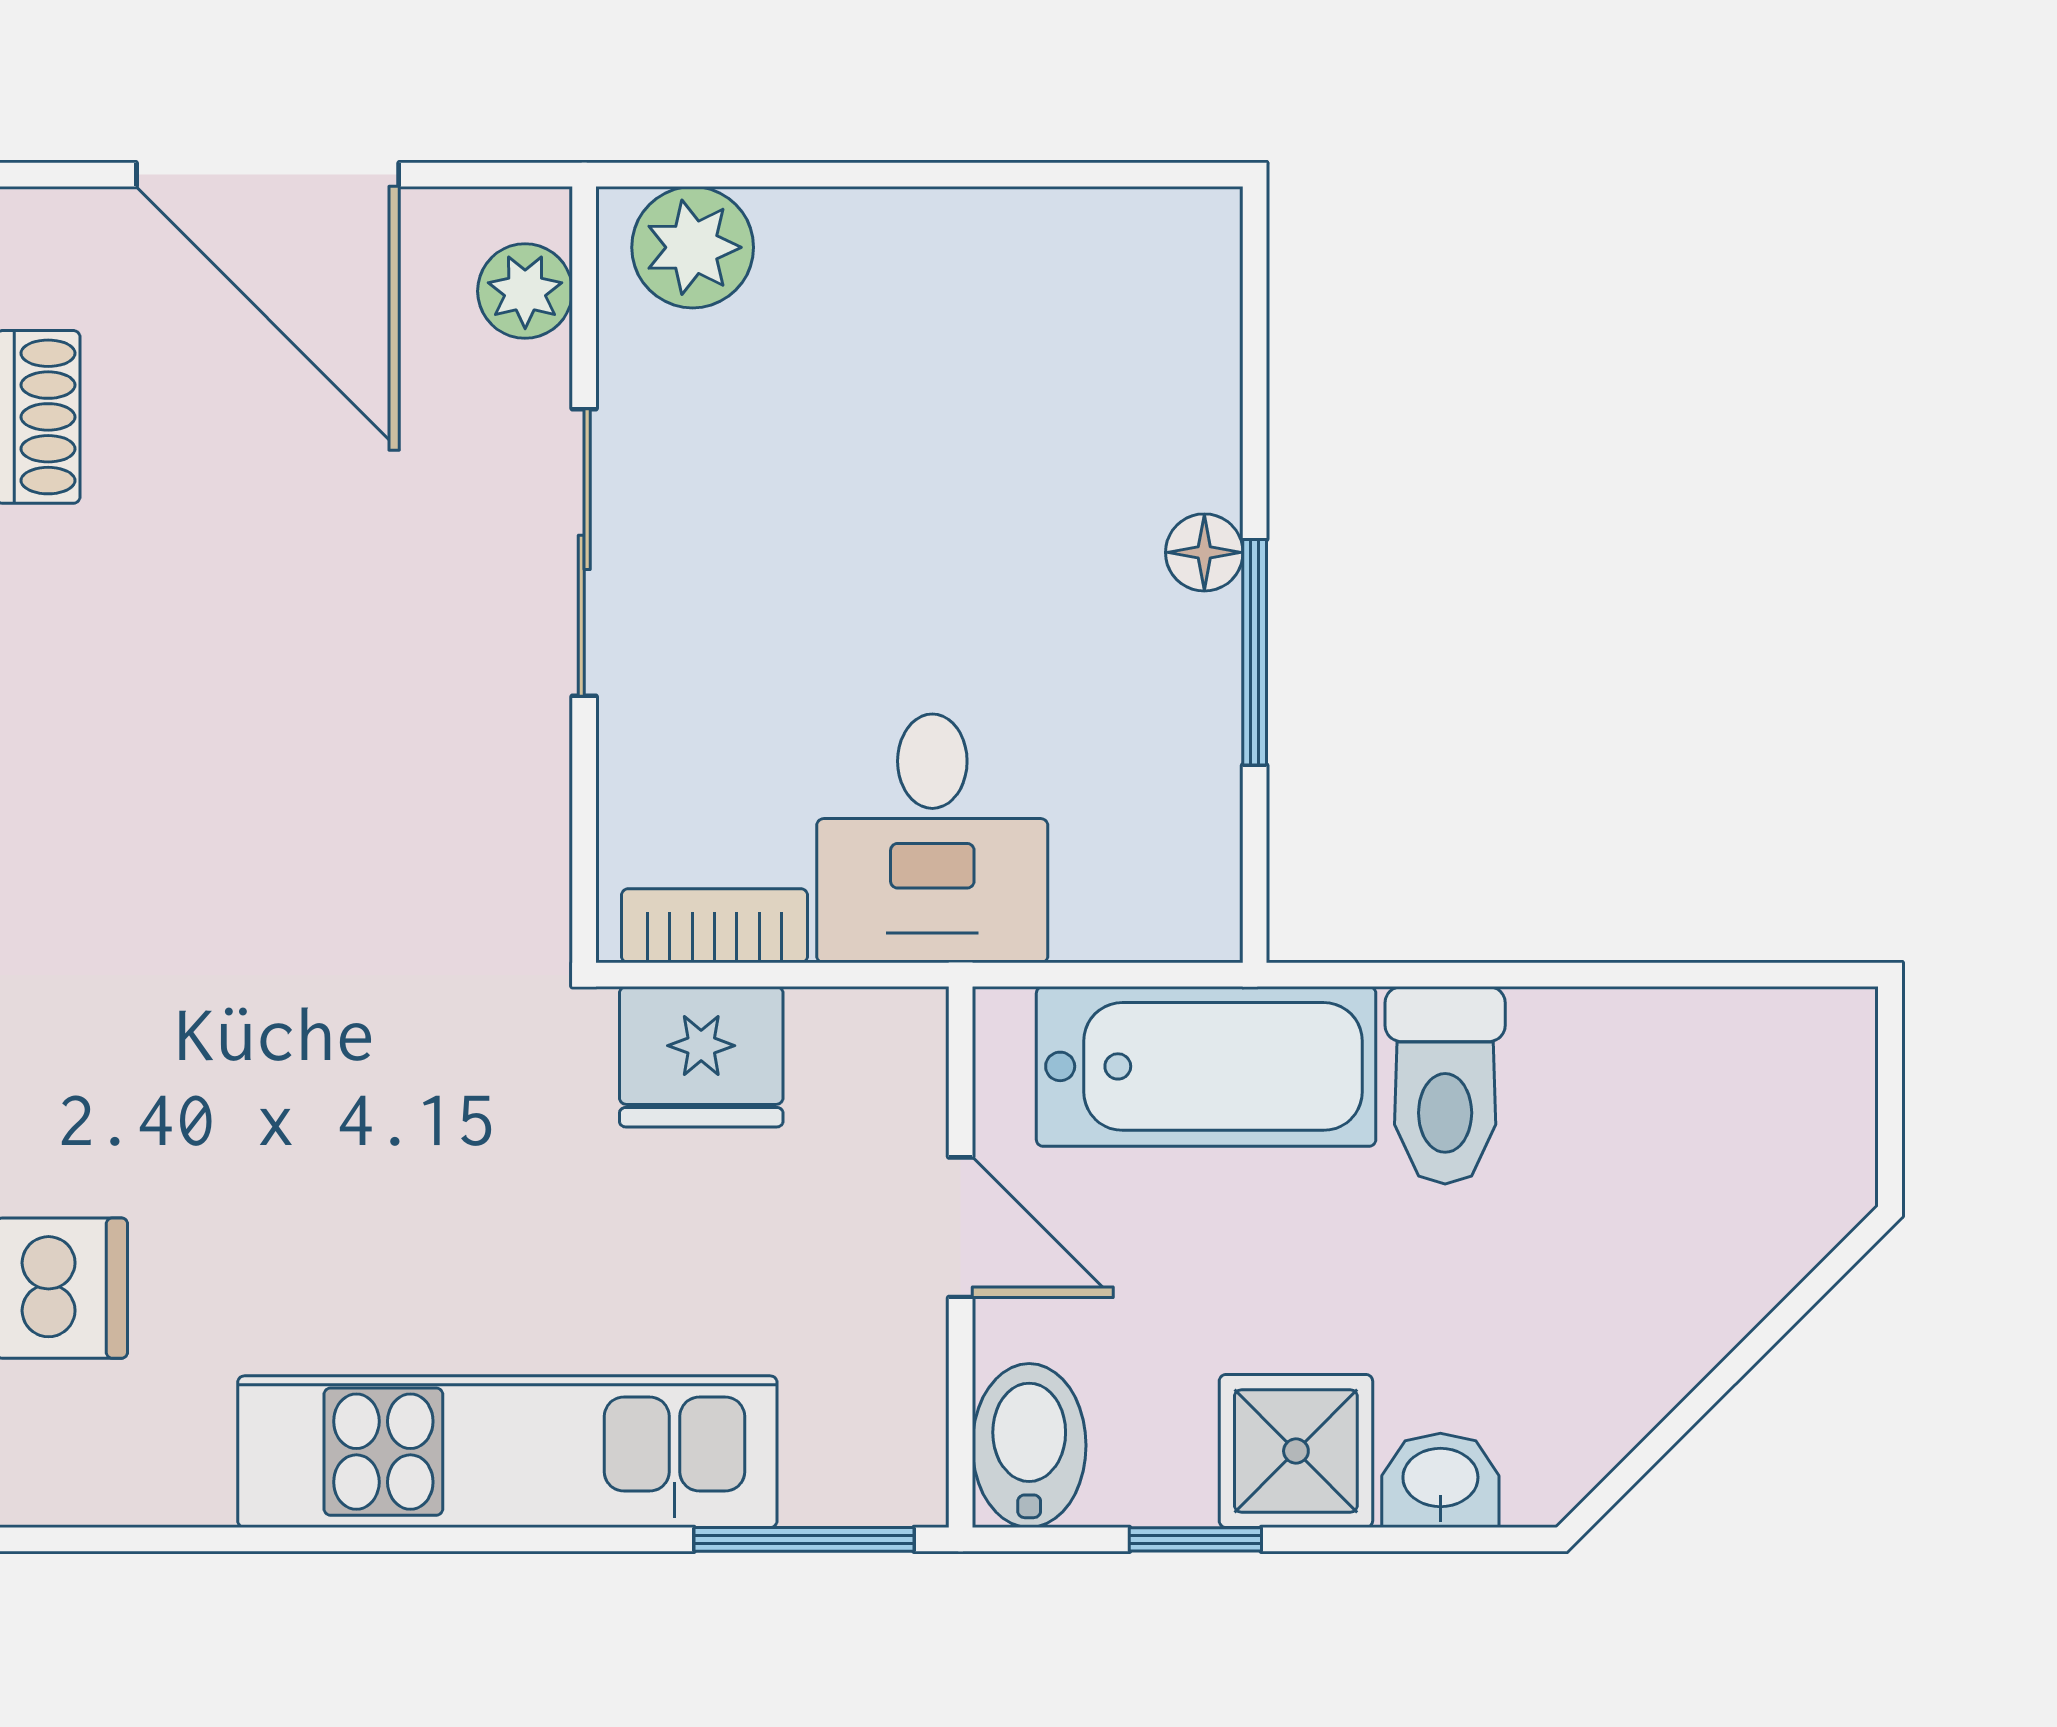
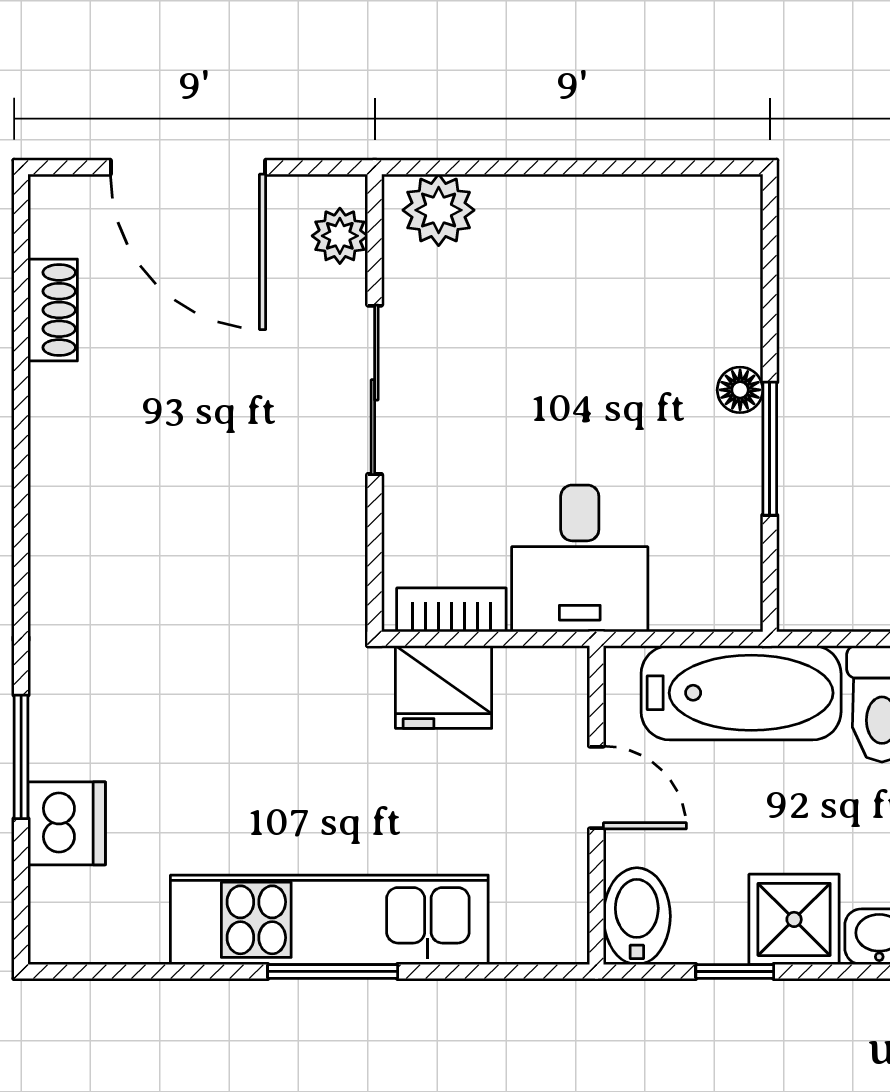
window: (804, 1539) -> (333, 971), moved

